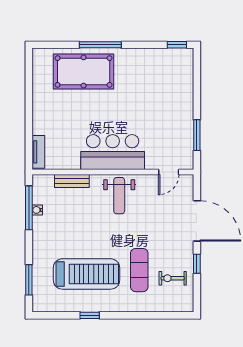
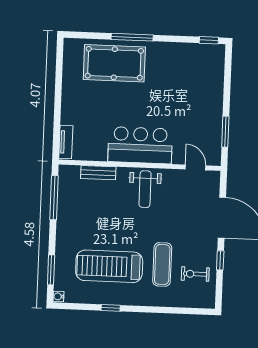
door: (169, 172) -> (195, 167), swing flipped
water cooler: (37, 210) -> (58, 296), moved
treadmill: (87, 274) -> (109, 266), turned 180

